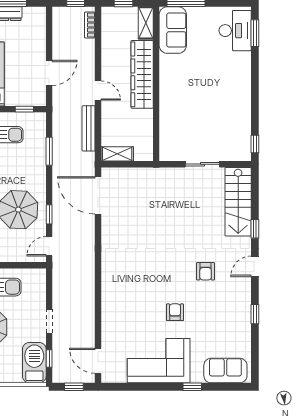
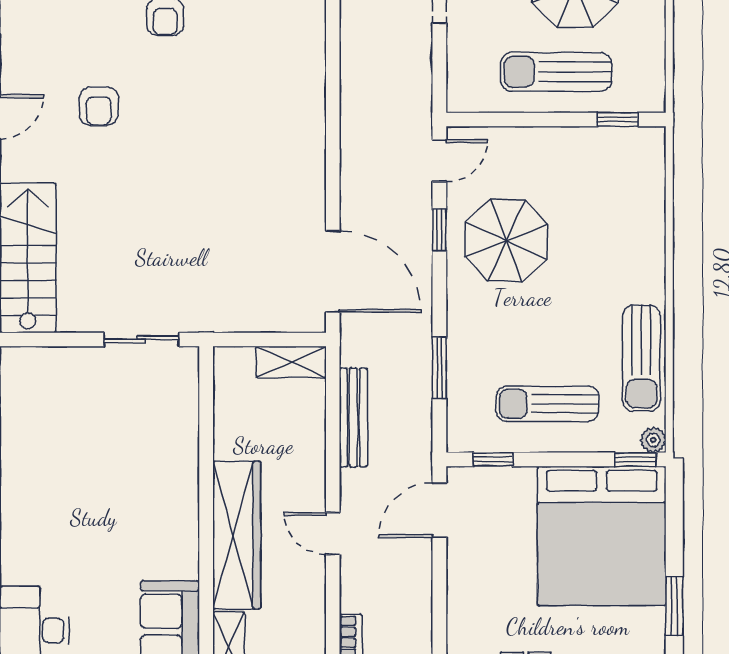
door: (49, 73) -> (439, 510), moved
door: (98, 91) -> (333, 533), moved
sliding door: (202, 164) -> (141, 339), moved
armchair: (206, 271) -> (99, 106), turned 180

